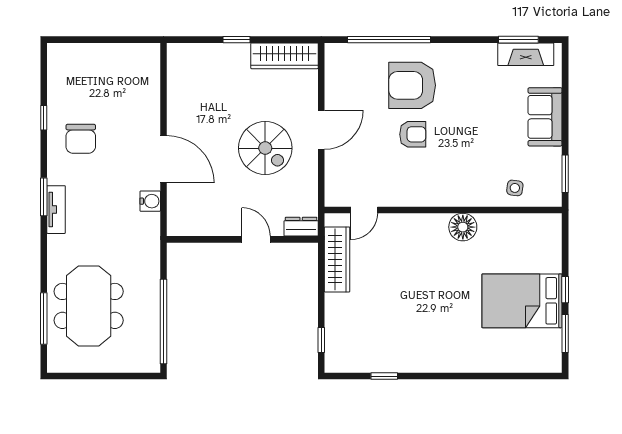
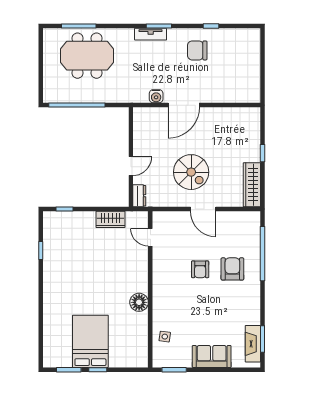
armchair: (412, 85) -> (232, 269), width x0.73, depth x0.73
spiral stairs: (265, 148) -> (191, 172), turned -90
wardrobe: (337, 259) -> (110, 219), width x0.67

